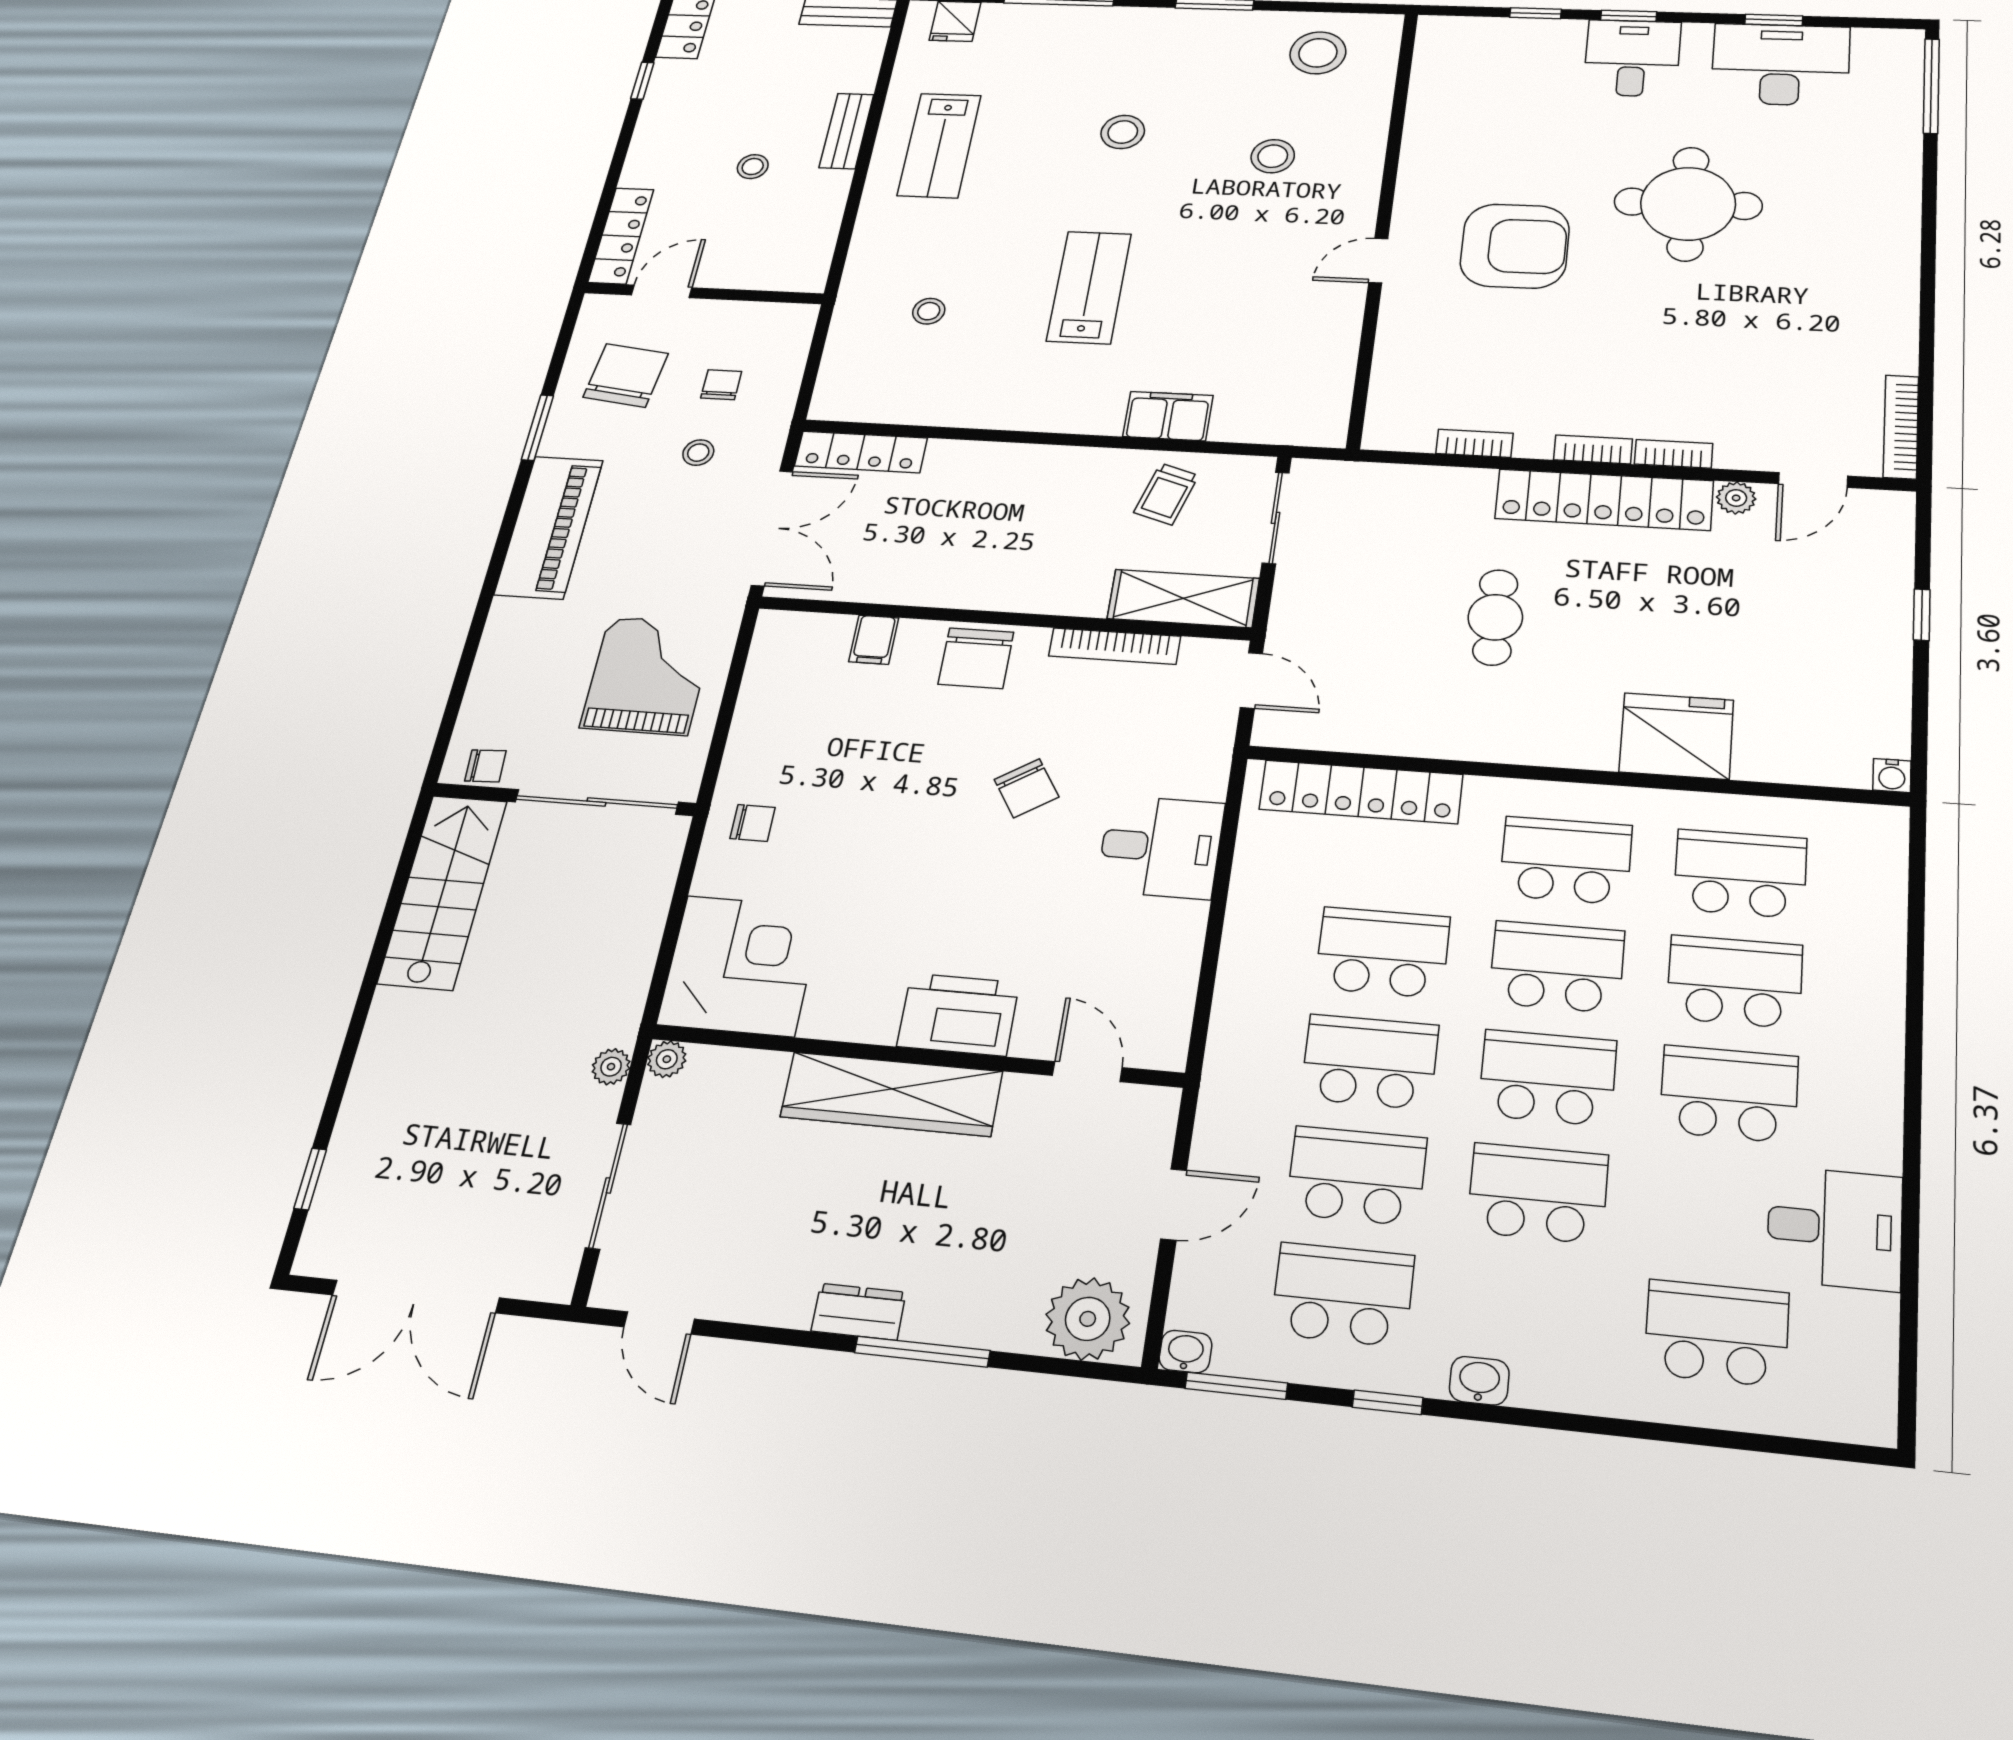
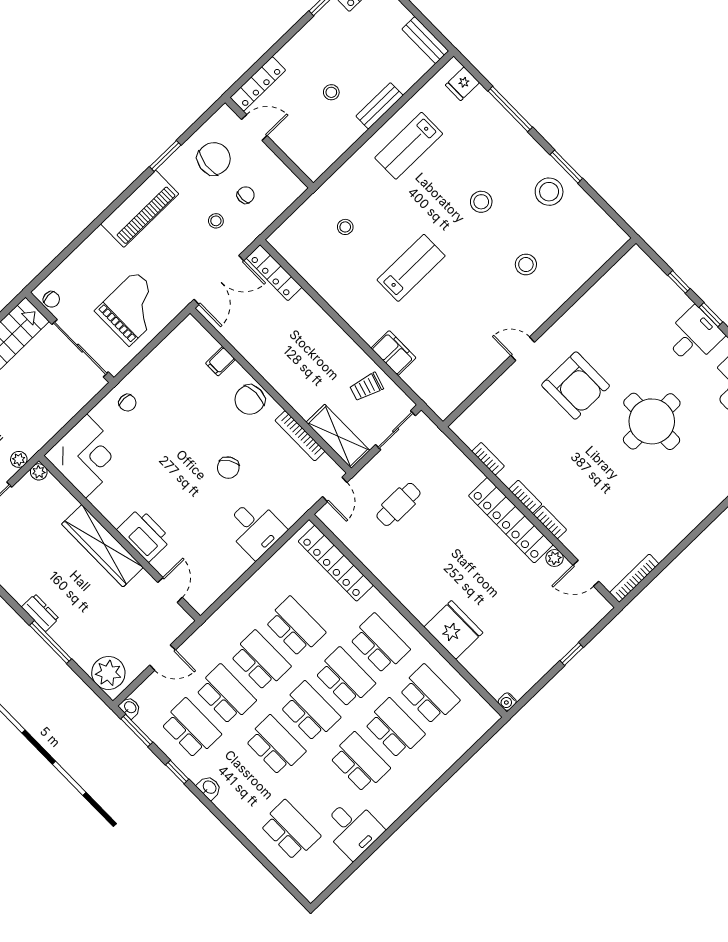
stool: (1318, 53) -> (549, 192), moved
cafe table: (1495, 617) -> (398, 504), moved

